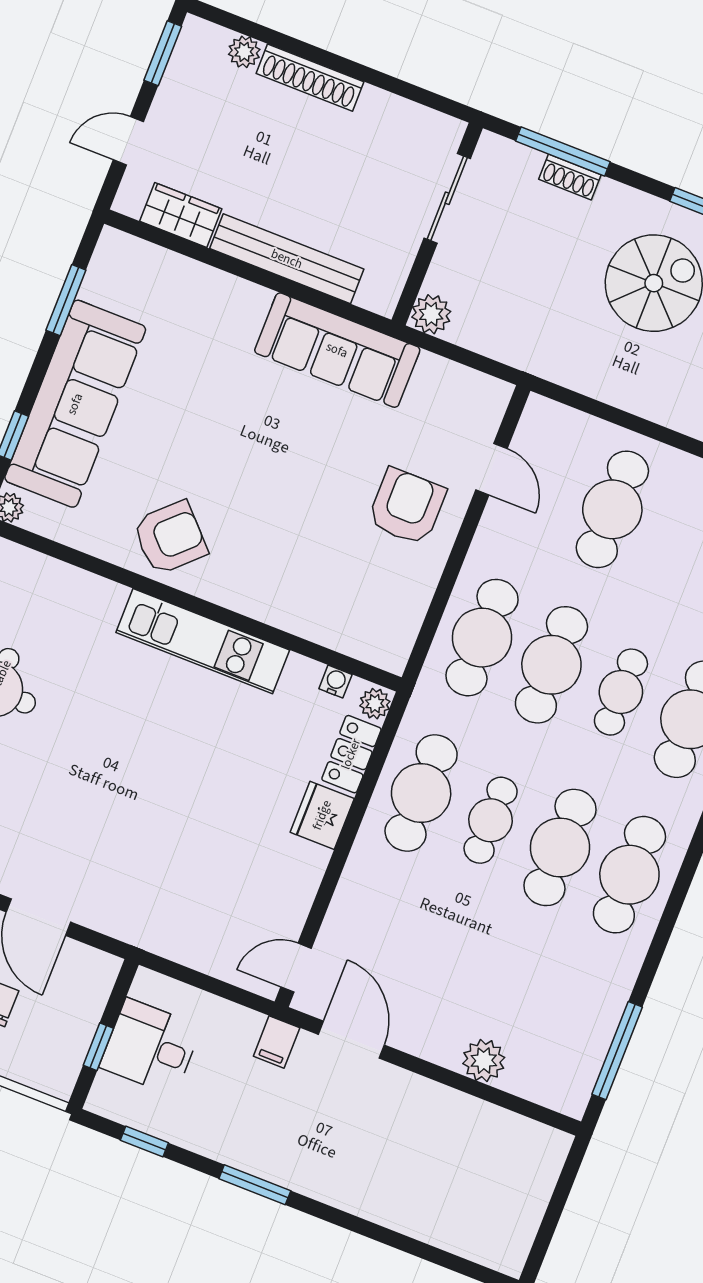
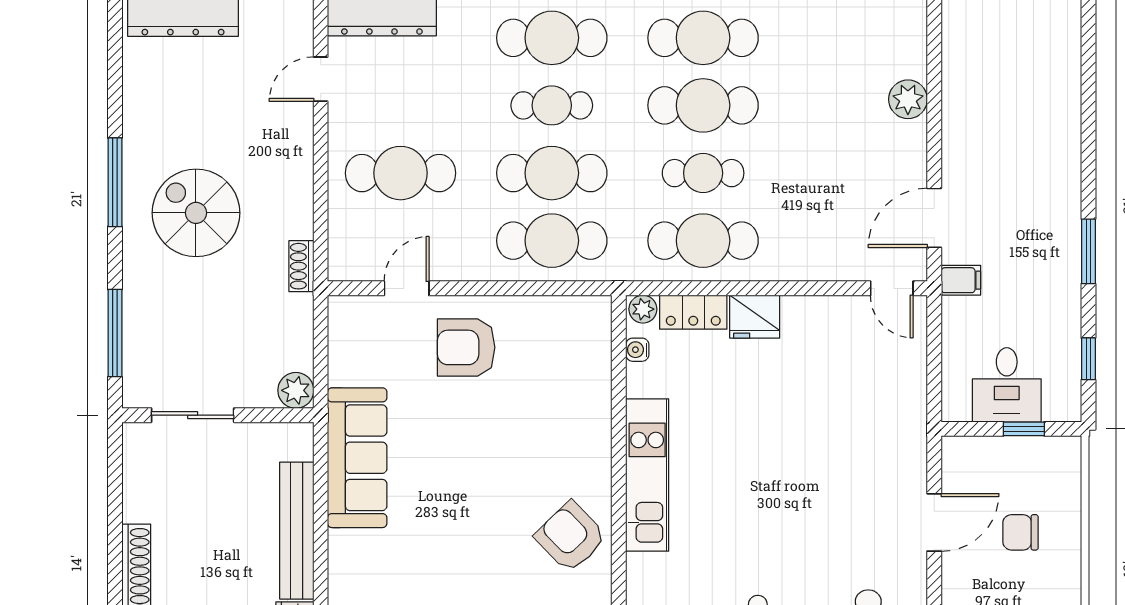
shoe rack: (570, 177) -> (301, 266), moved, turned 180

